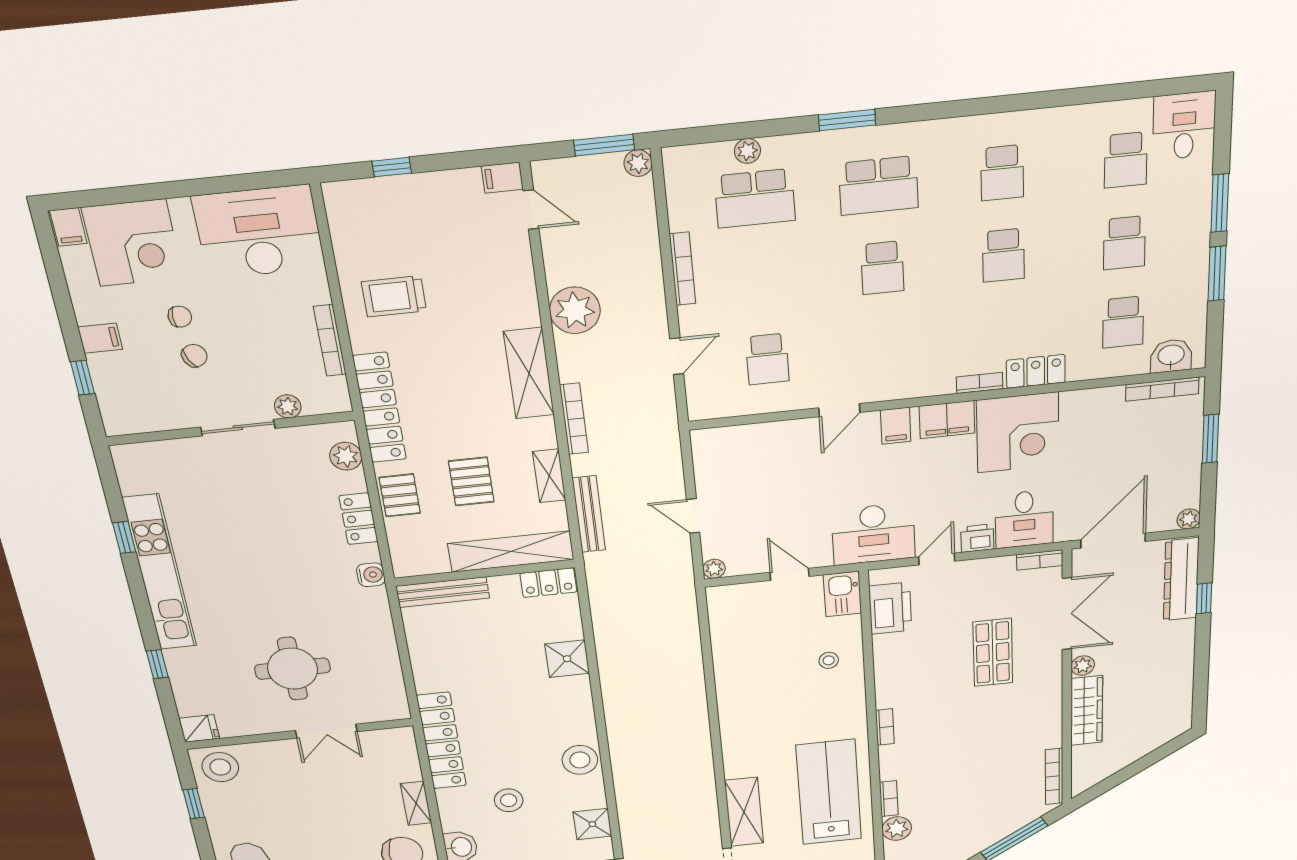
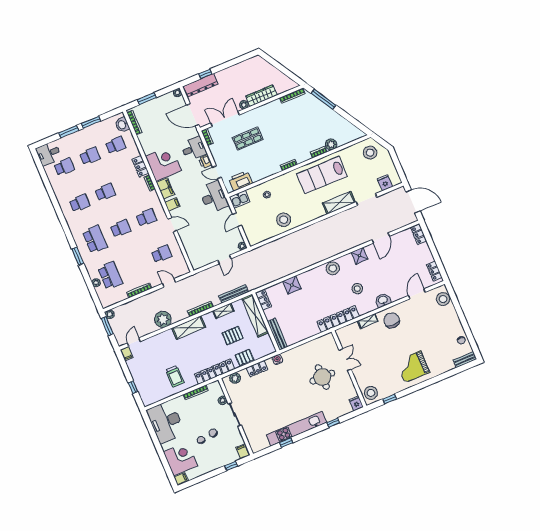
filing cabinet: (100, 338) -> (242, 452), moved
school desk: (886, 347) -> (146, 218), added
stool: (748, 682) -> (284, 220), added

